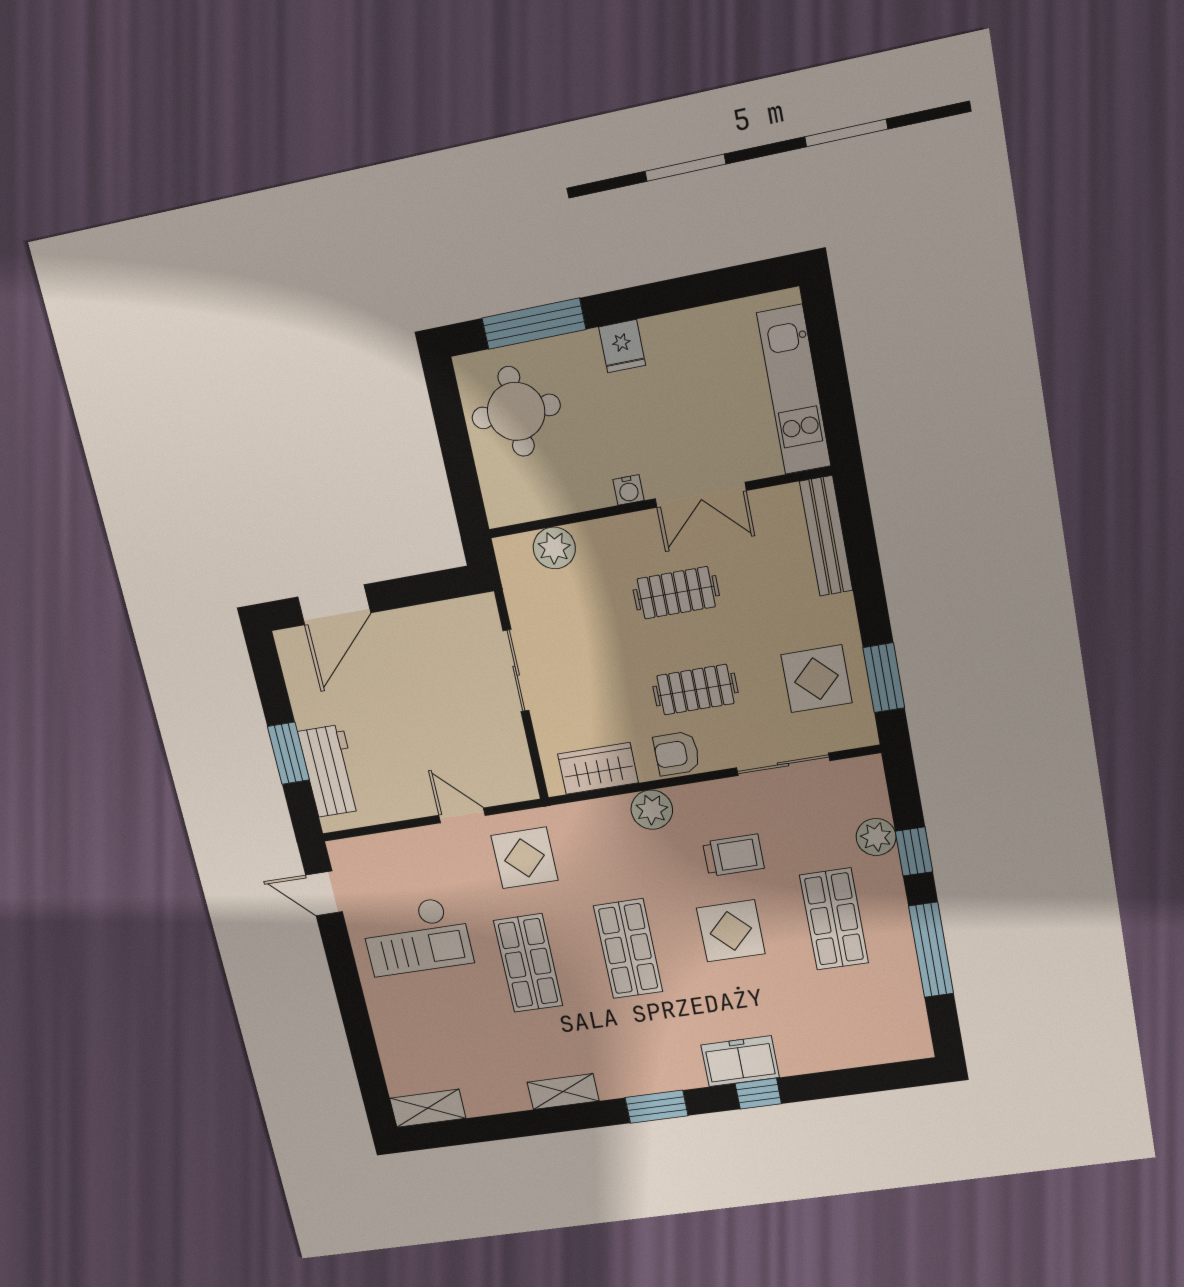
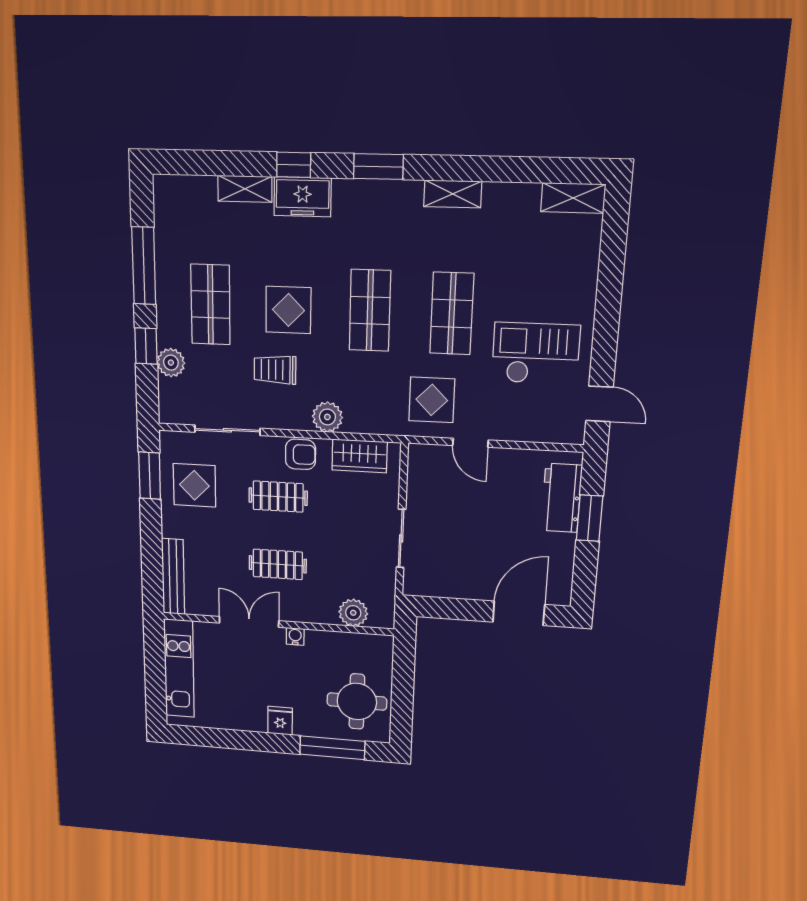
shelving: (813, 1059) -> (245, 189), added

